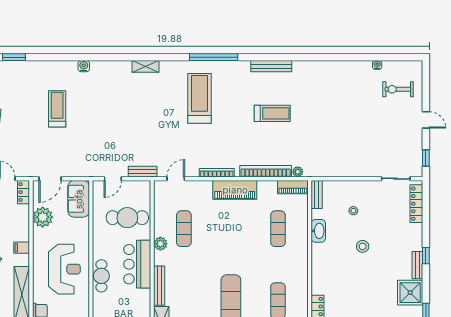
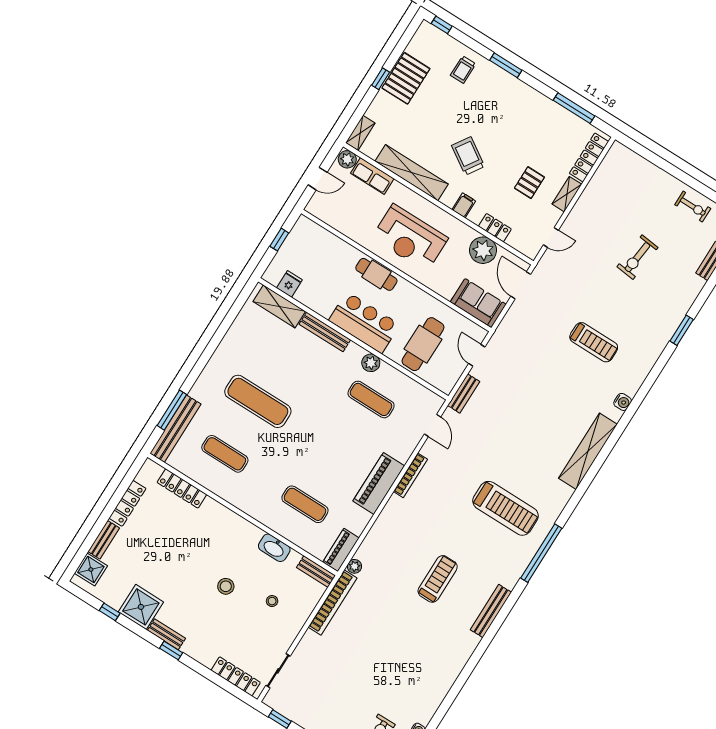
shelving: (146, 66) -> (588, 451), width x2.20, depth x1.33
treadmill: (272, 113) -> (438, 579), turned 180
bookcase: (266, 171) -> (333, 603), moved
locker: (23, 192) -> (495, 228), moved

